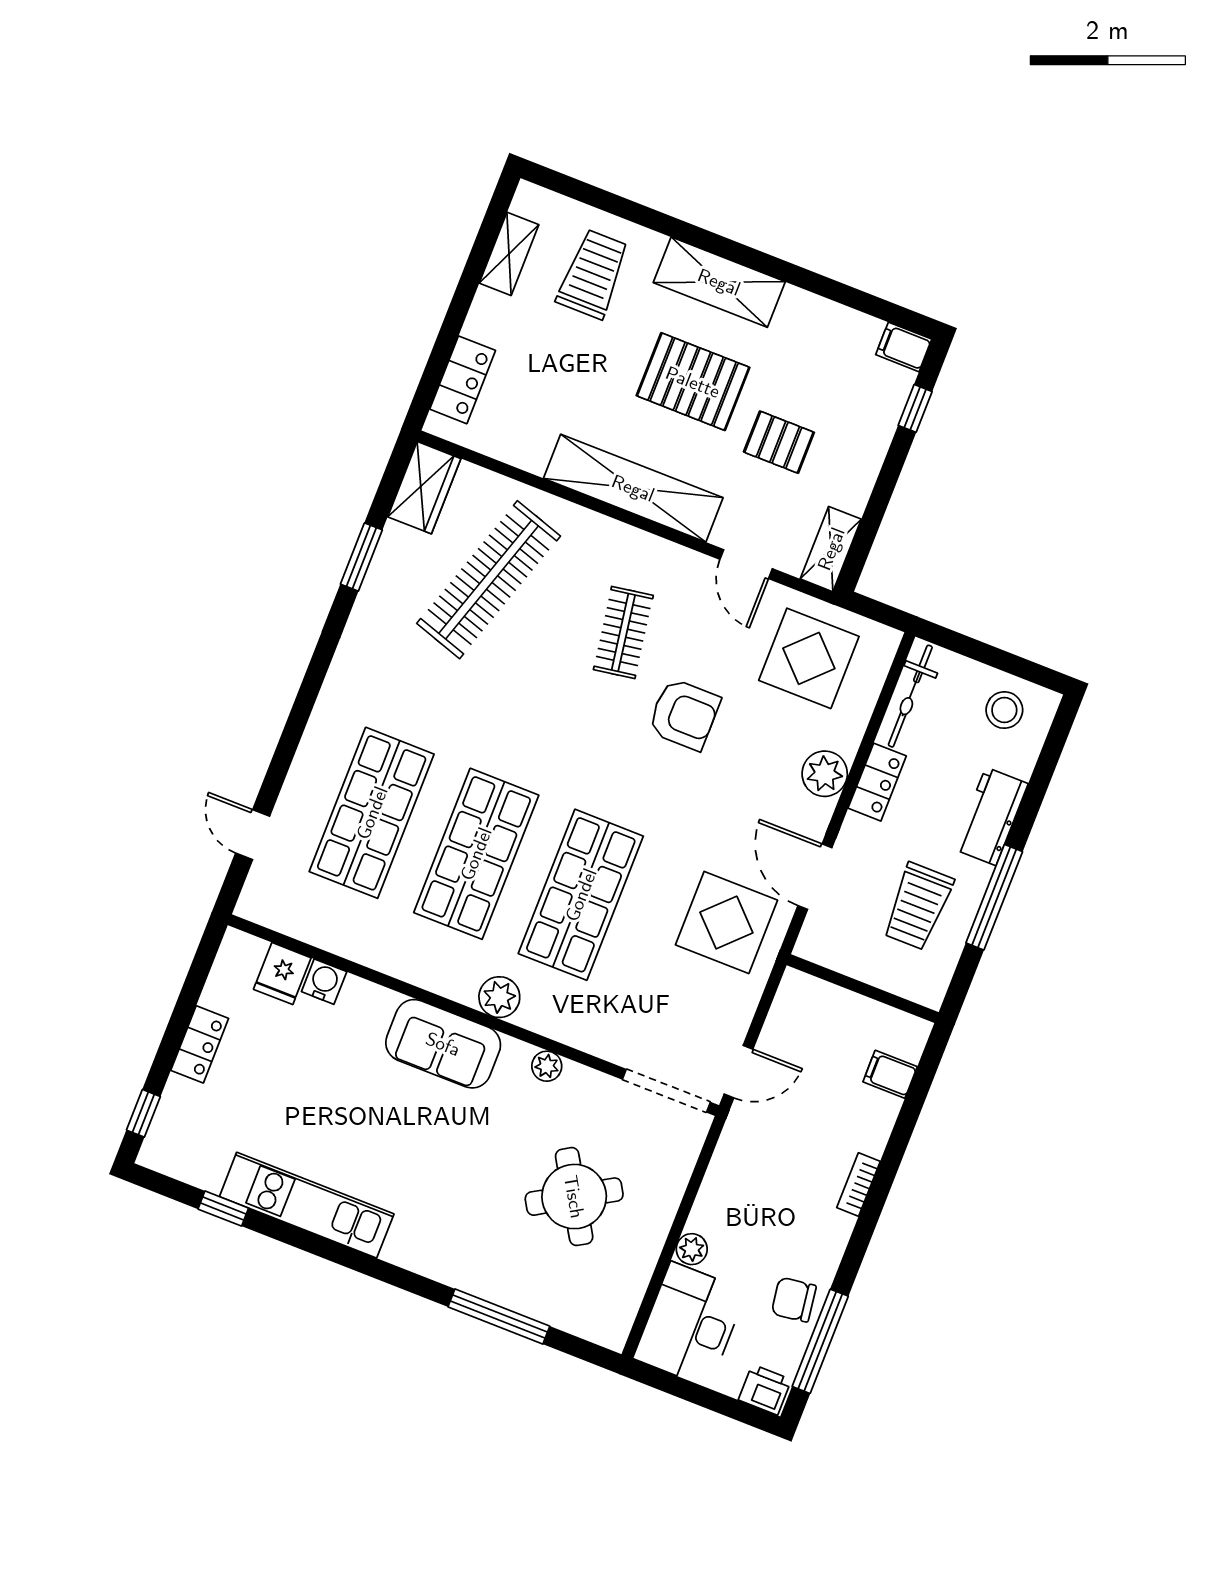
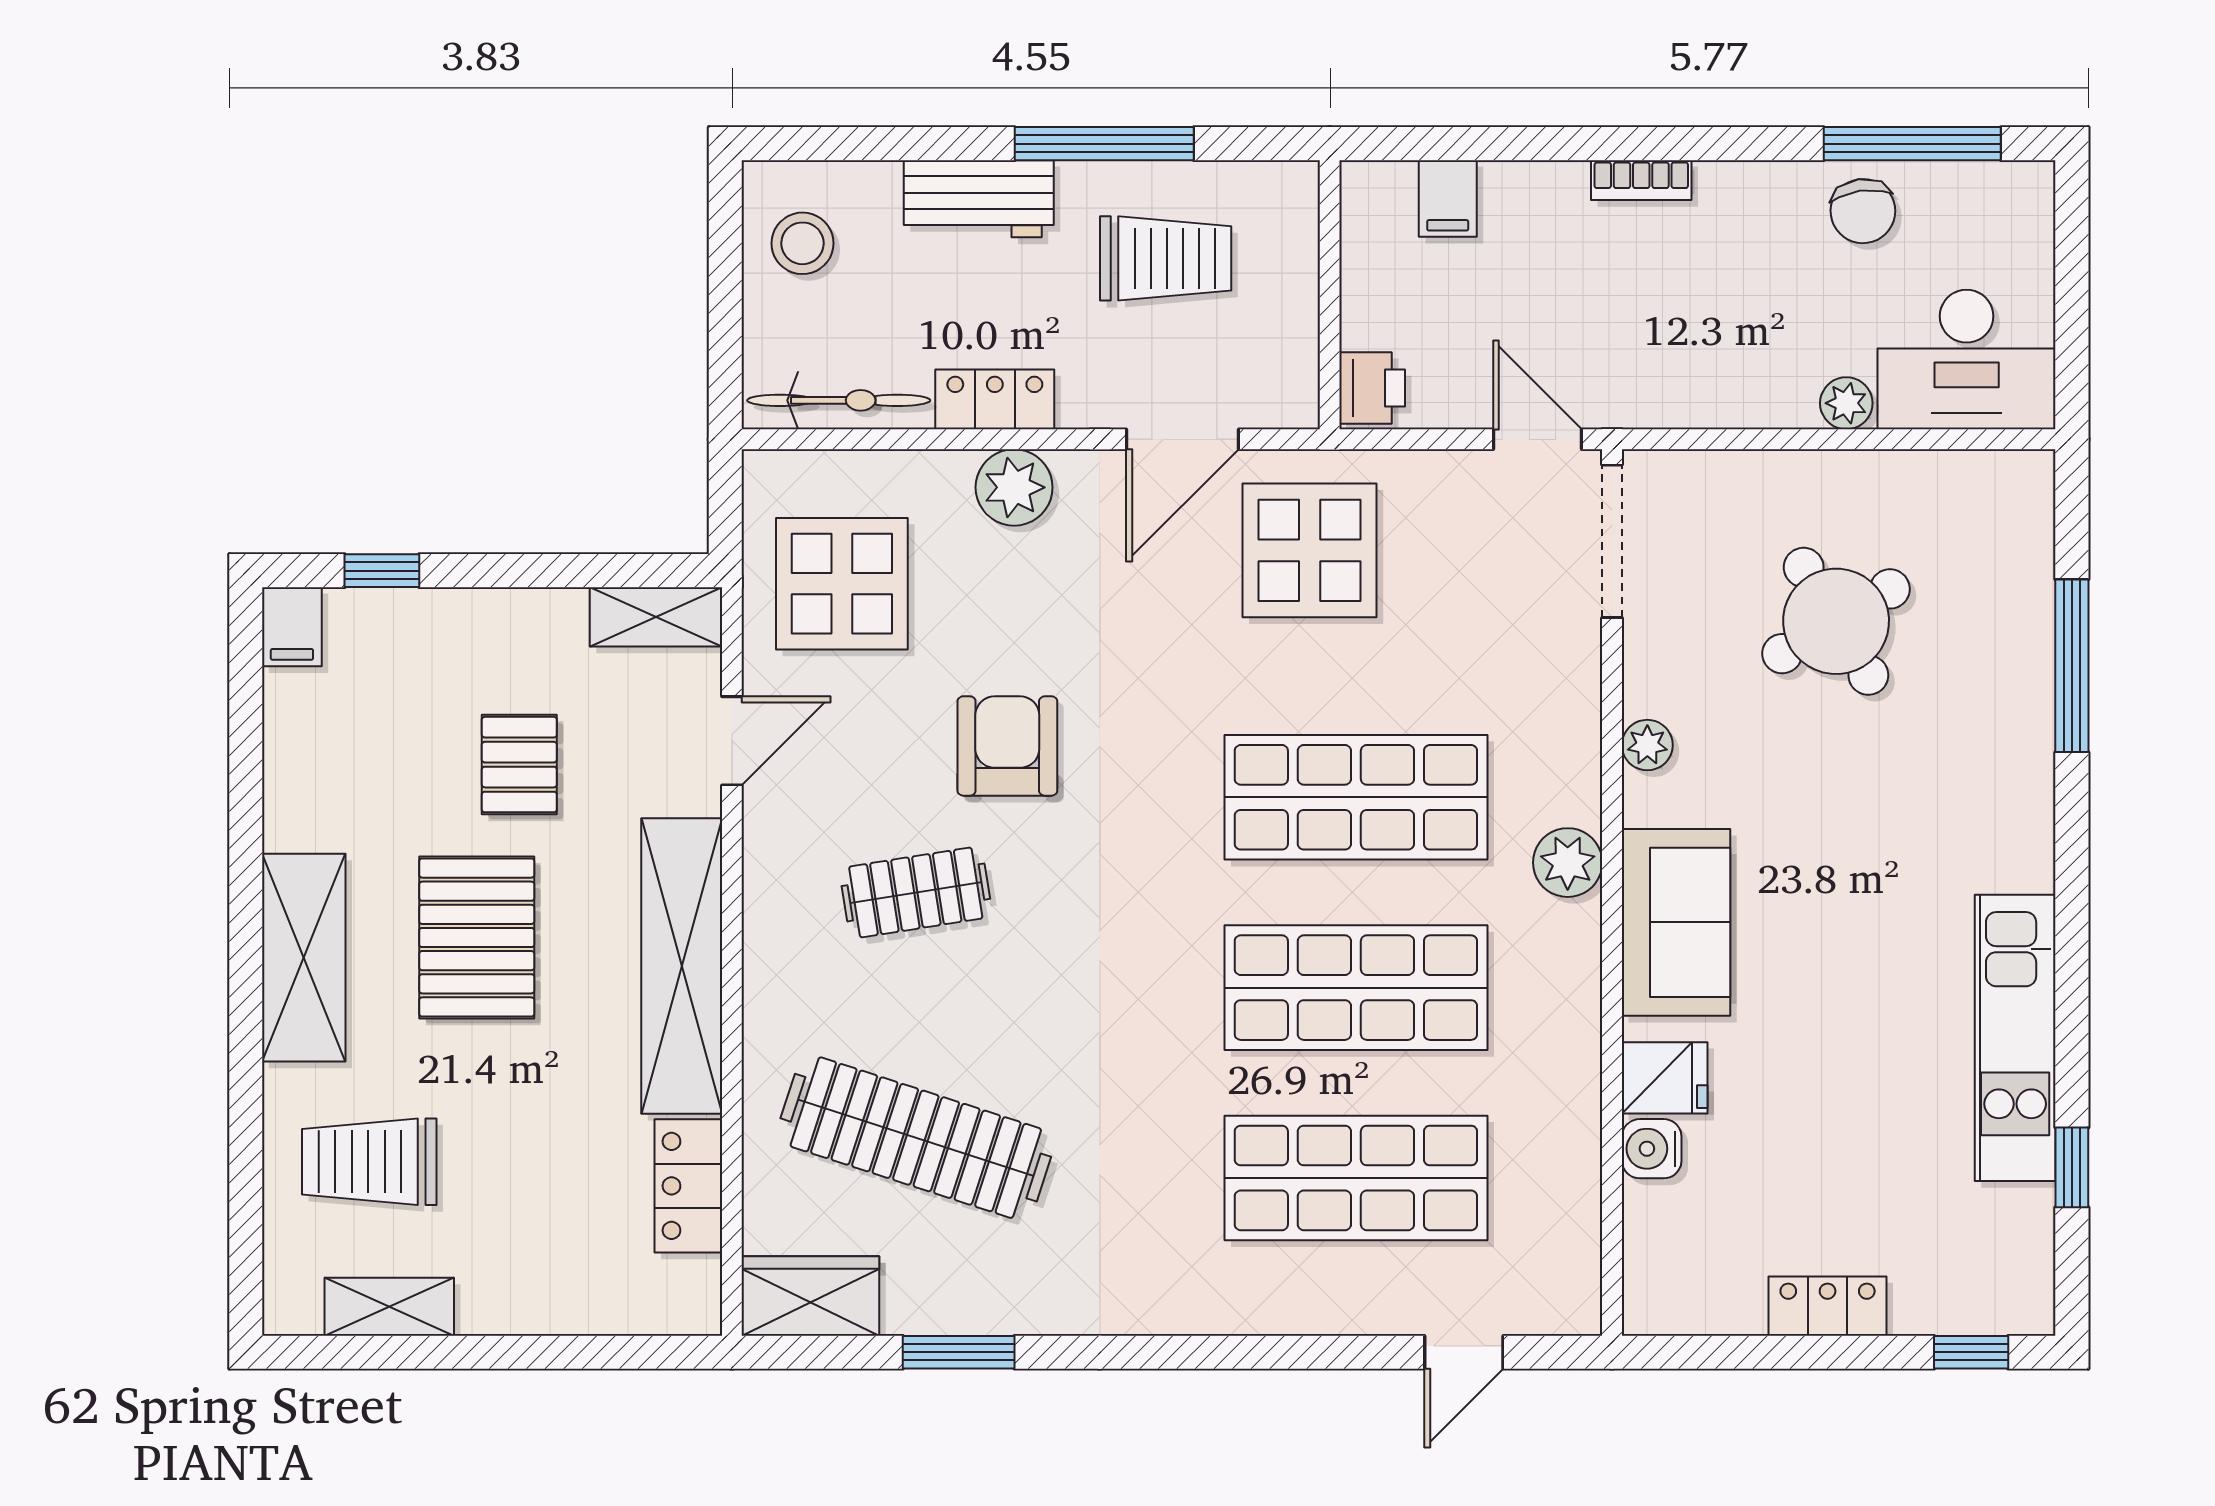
locker: (463, 380) -> (688, 1186), moved, turned -90
fridge: (282, 974) -> (1665, 1078), moved
printer: (765, 1390) -> (1372, 388), moved, turned 180

